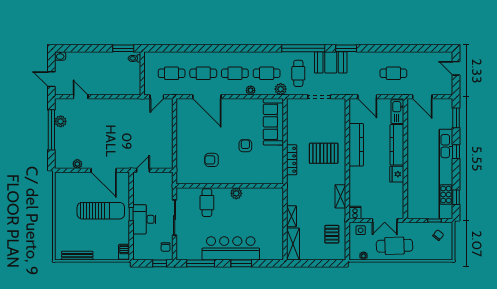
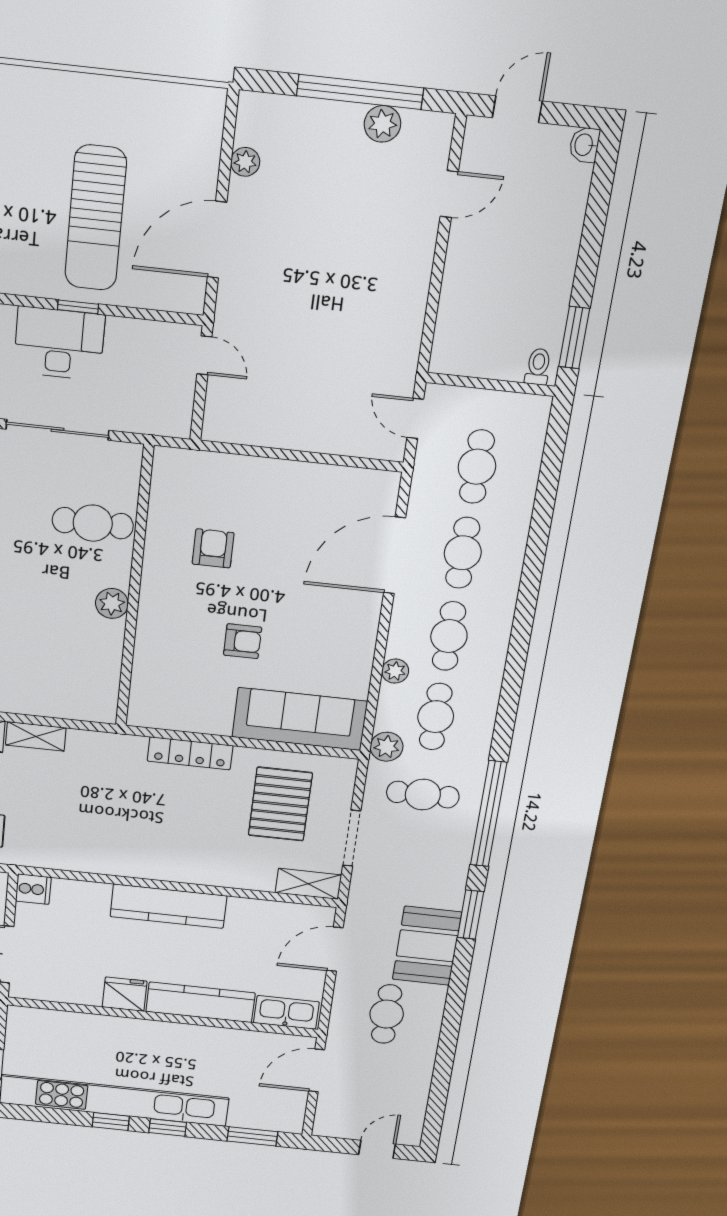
booth: (331, 62) -> (427, 946), moved
kitchen counter: (356, 145) -> (168, 906), moved
pallet: (324, 153) -> (280, 804), moved
shelving: (340, 196) -> (308, 884), moved
window: (456, 197) -> (111, 1122), moved

